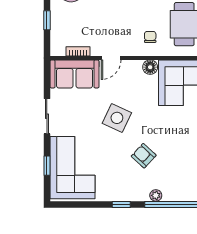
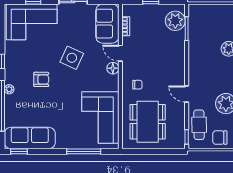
floor lamp: (150, 67) -> (113, 68), moved
armchair: (144, 156) -> (41, 79), turned 47

